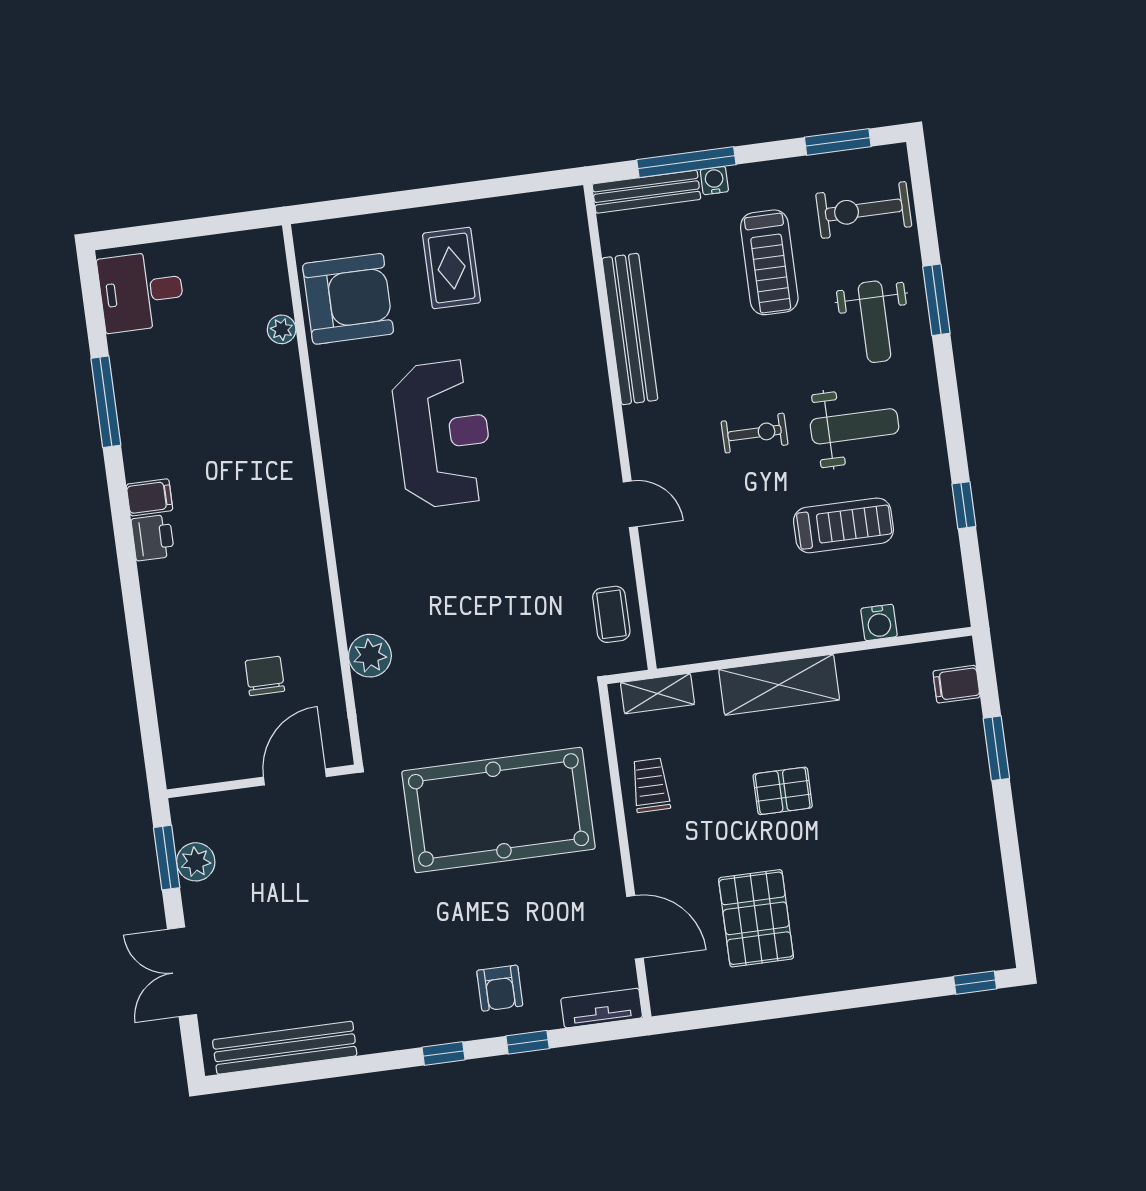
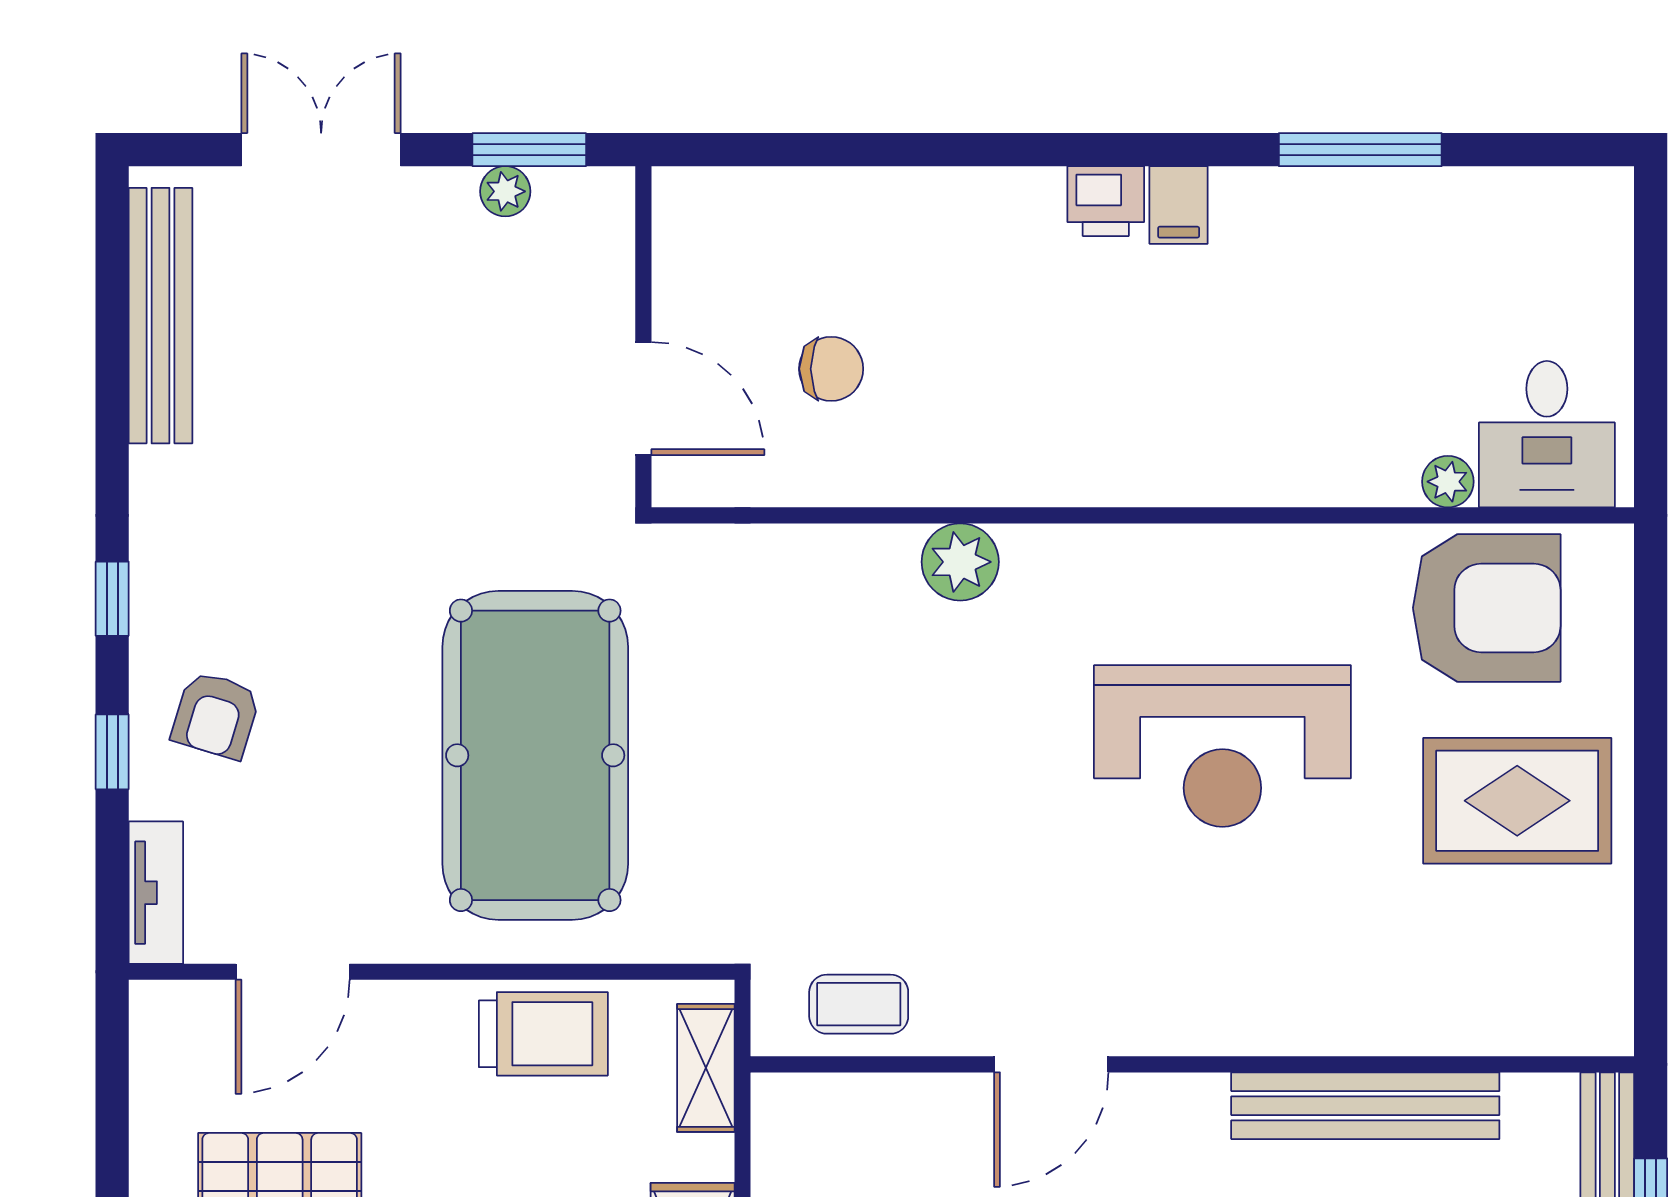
rug: (452, 268) -> (1517, 801), width x1.36, depth x1.43
desk: (141, 291) -> (1547, 434), moved, turned 180
armchair: (348, 299) -> (1487, 608), turned -90
door: (630, 504) -> (1051, 1064), width x1.38
plant: (370, 656) -> (960, 562), moved
trolley: (651, 785) -> (543, 1034), width x1.36, depth x1.39
plant: (196, 862) -> (505, 191), width x0.73, depth x0.73
armchair: (500, 988) -> (216, 715), turned -73

